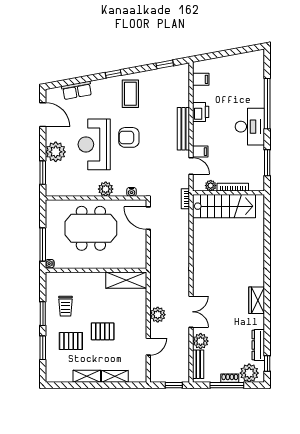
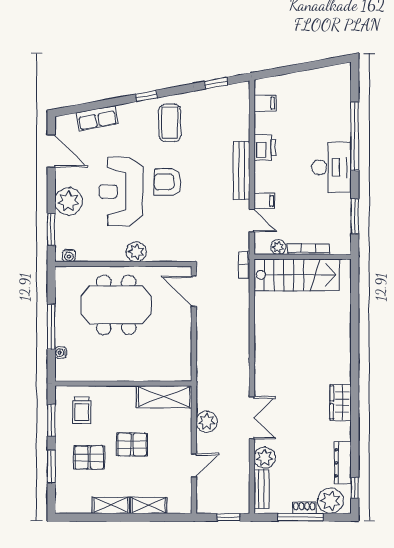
water cooler: (132, 192) -> (69, 256), moved
wall: (96, 270) -> (123, 383), moved
shelving: (126, 280) -> (164, 397), moved

